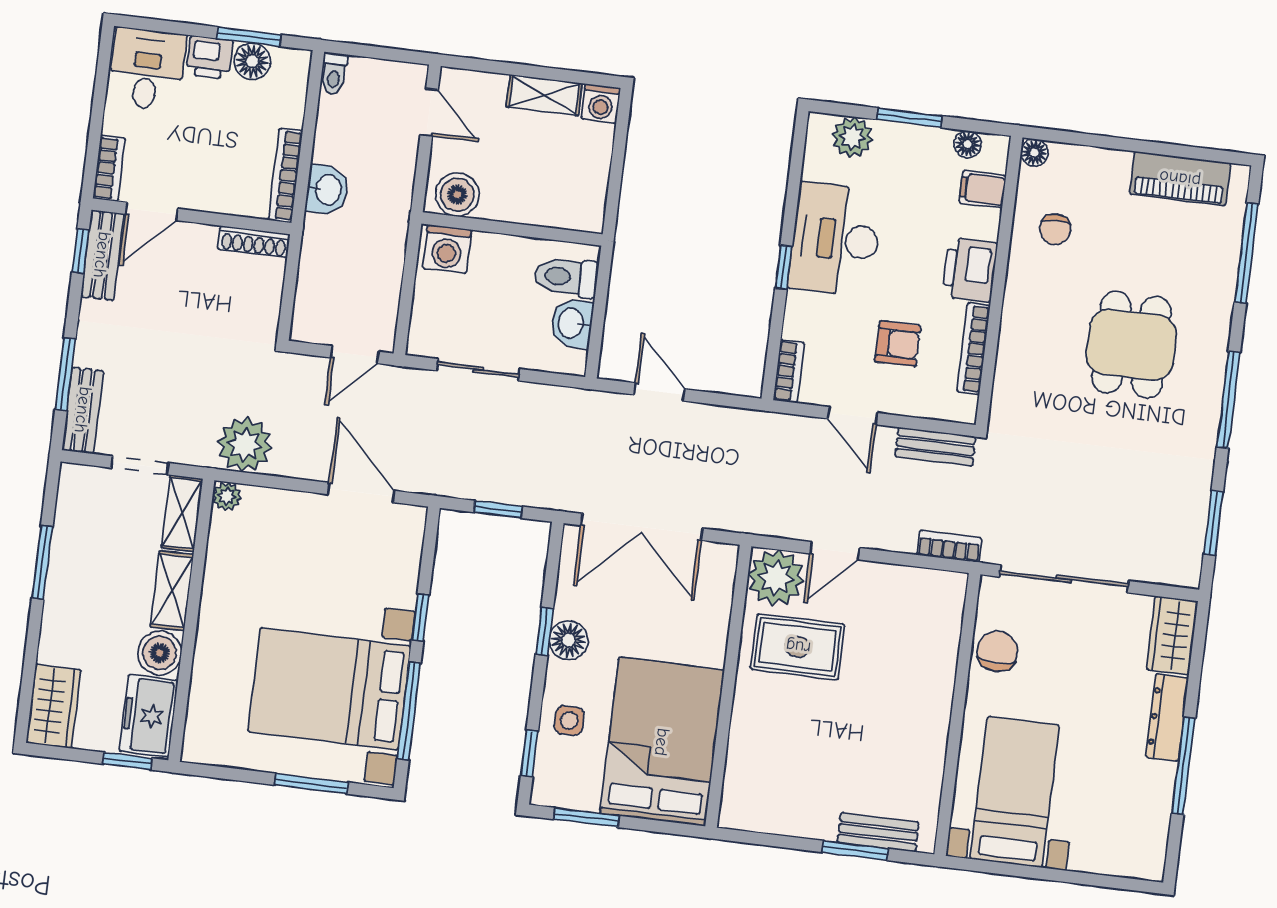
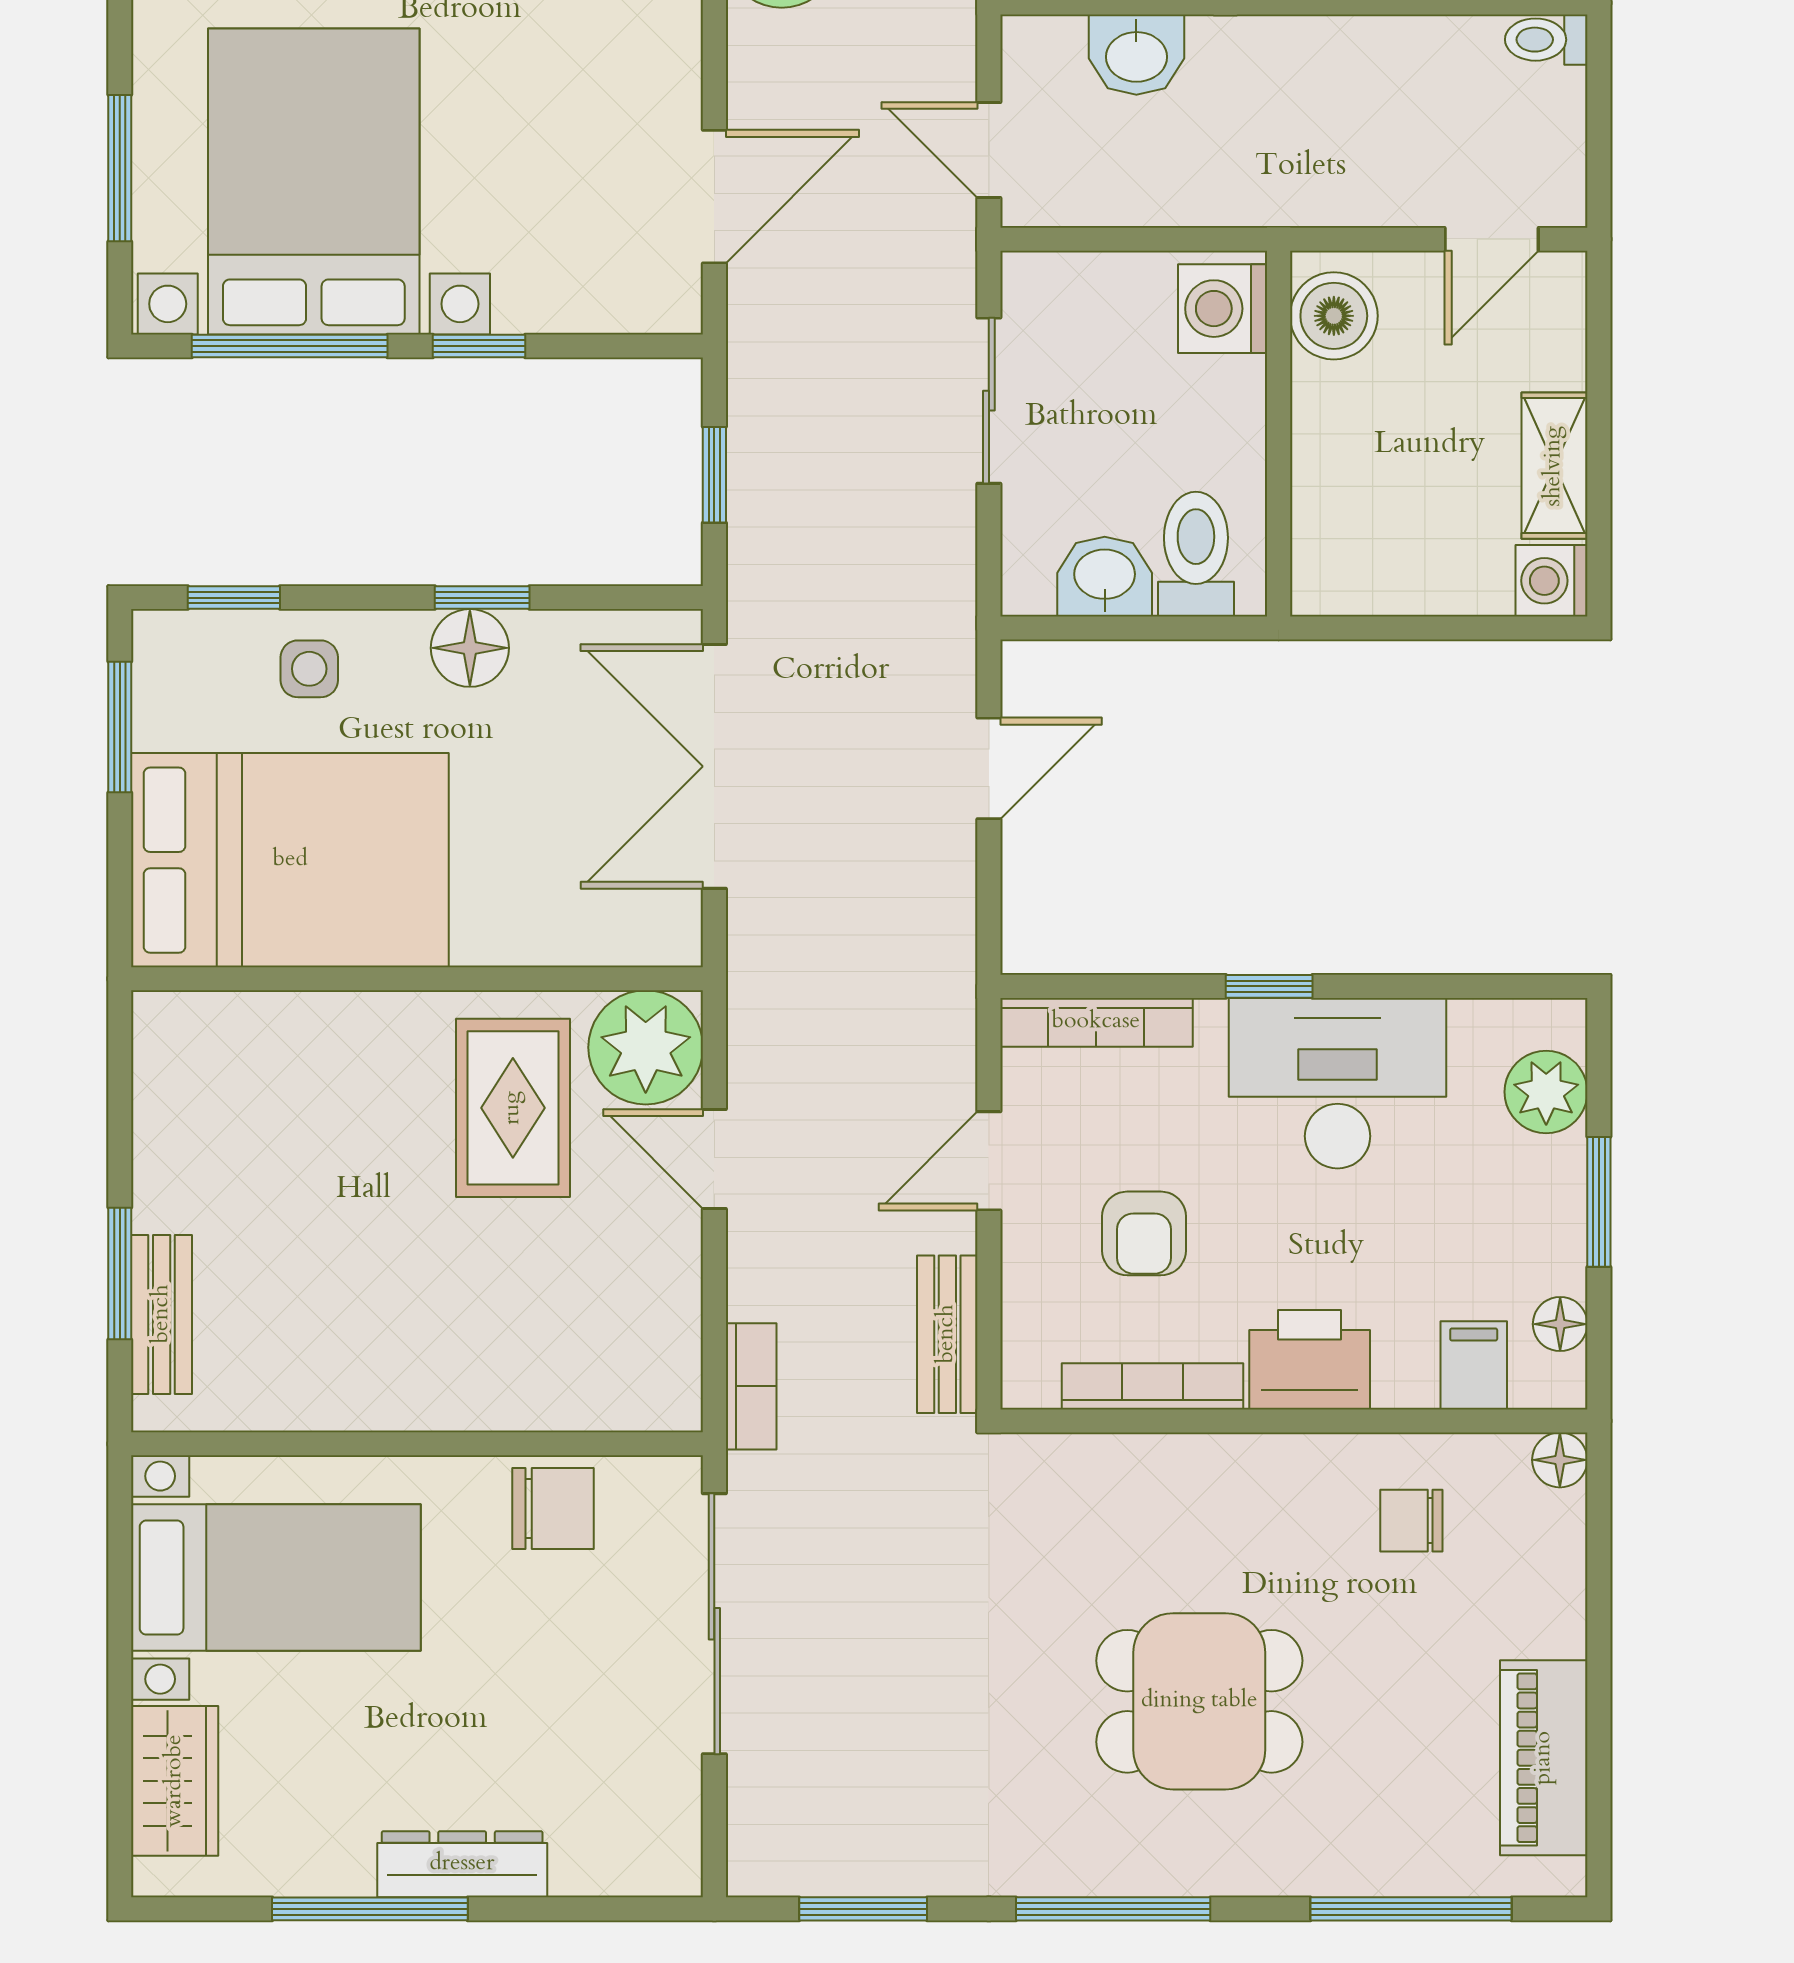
washbasin: (327, 190) -> (1136, 55), moved
bookcase: (789, 371) -> (1096, 1022), width x1.56
wardrobe: (1172, 635) -> (175, 1781), moved, turned 90

